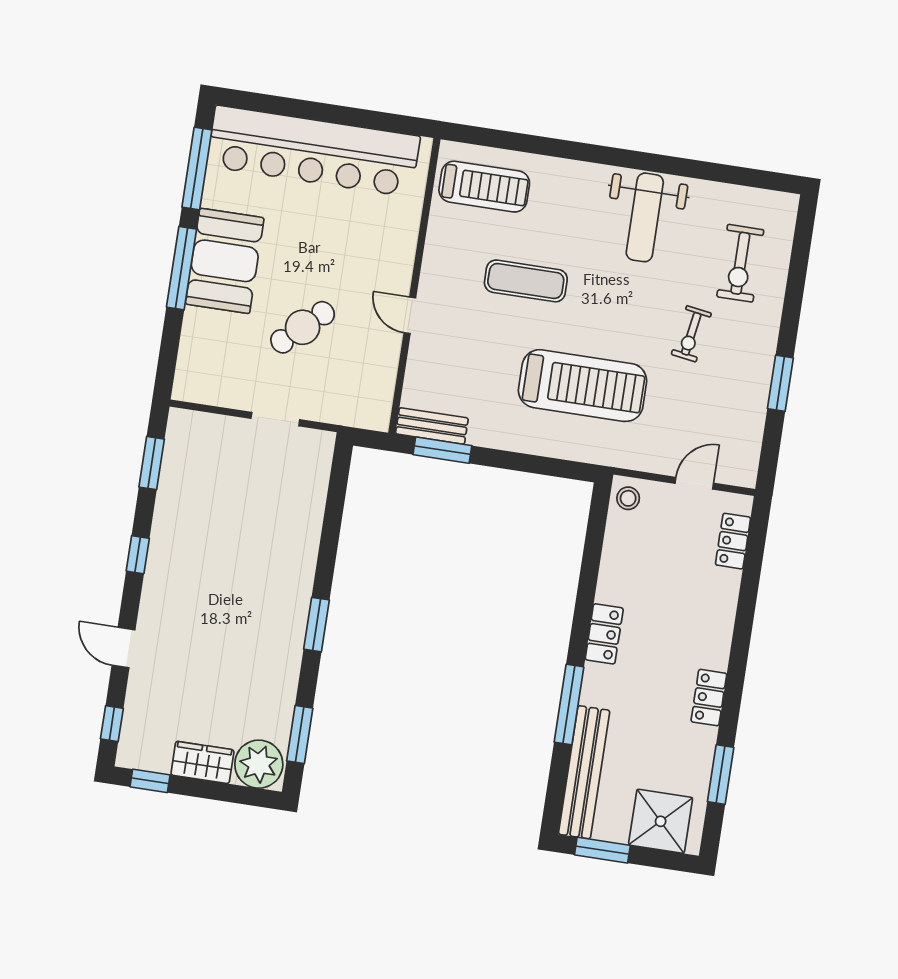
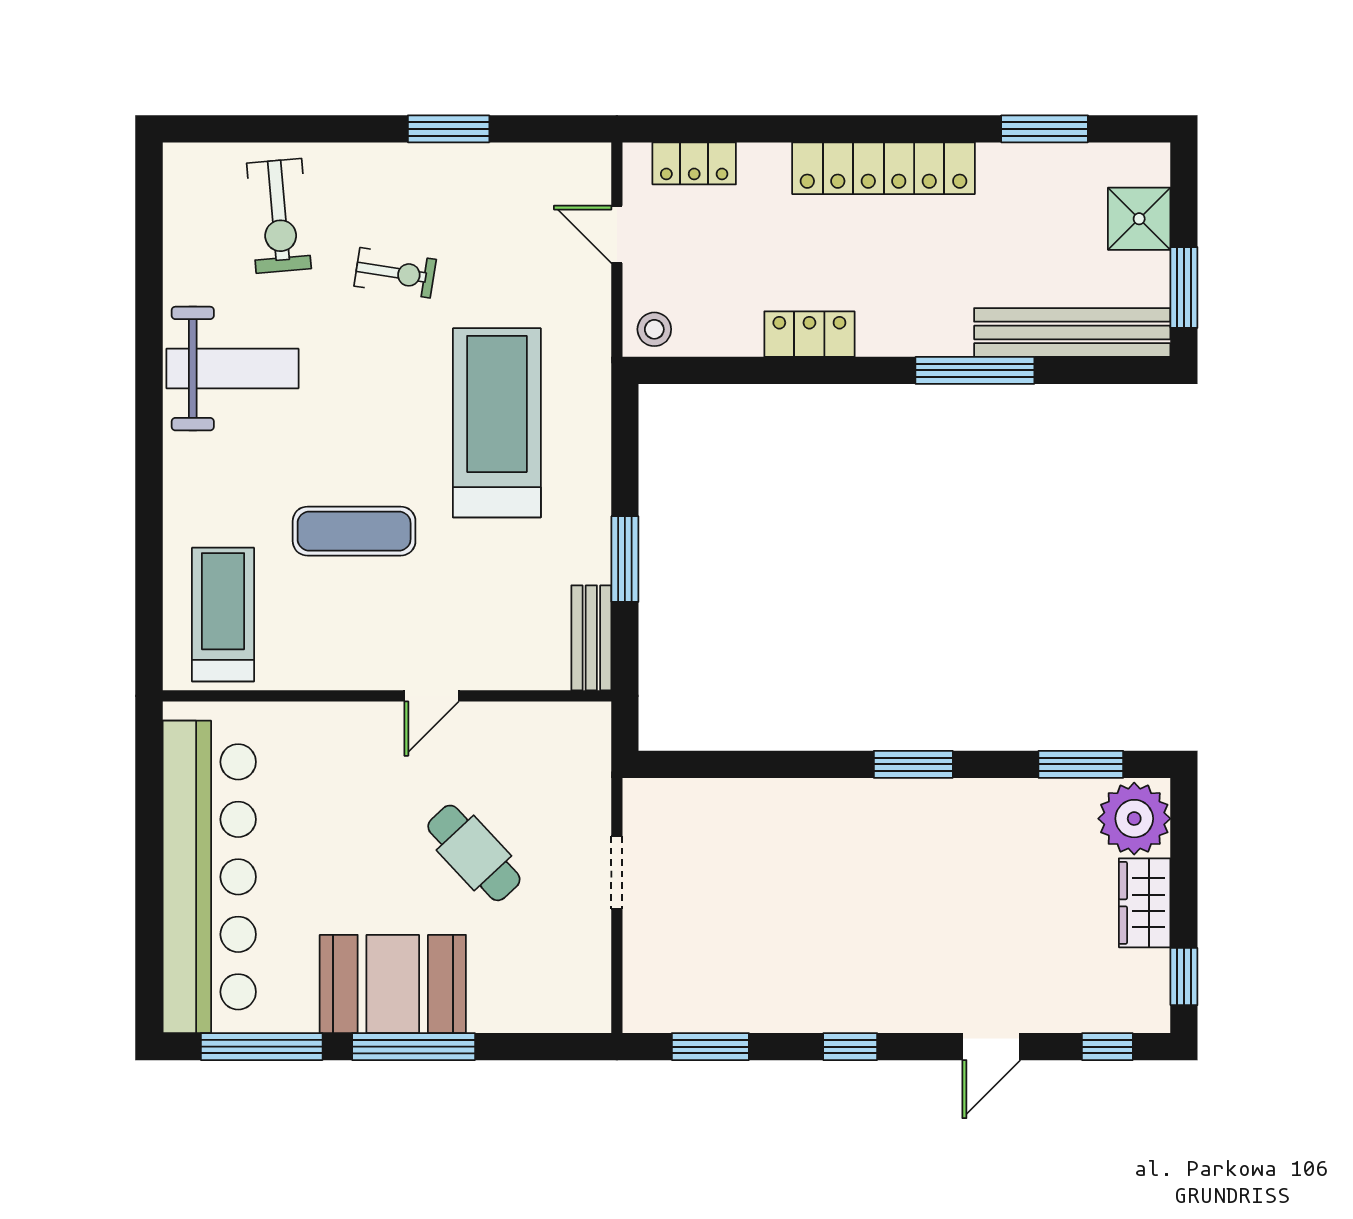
exercise bike: (740, 263) -> (279, 216), turned 85
exercise mat: (526, 281) -> (354, 531), turned 90
window: (442, 450) -> (625, 559), moved
locker: (604, 634) -> (809, 334), moved
locker: (709, 698) -> (884, 168), width x2.16, depth x1.21
shower: (661, 821) -> (1139, 219), width x0.73, depth x0.73

